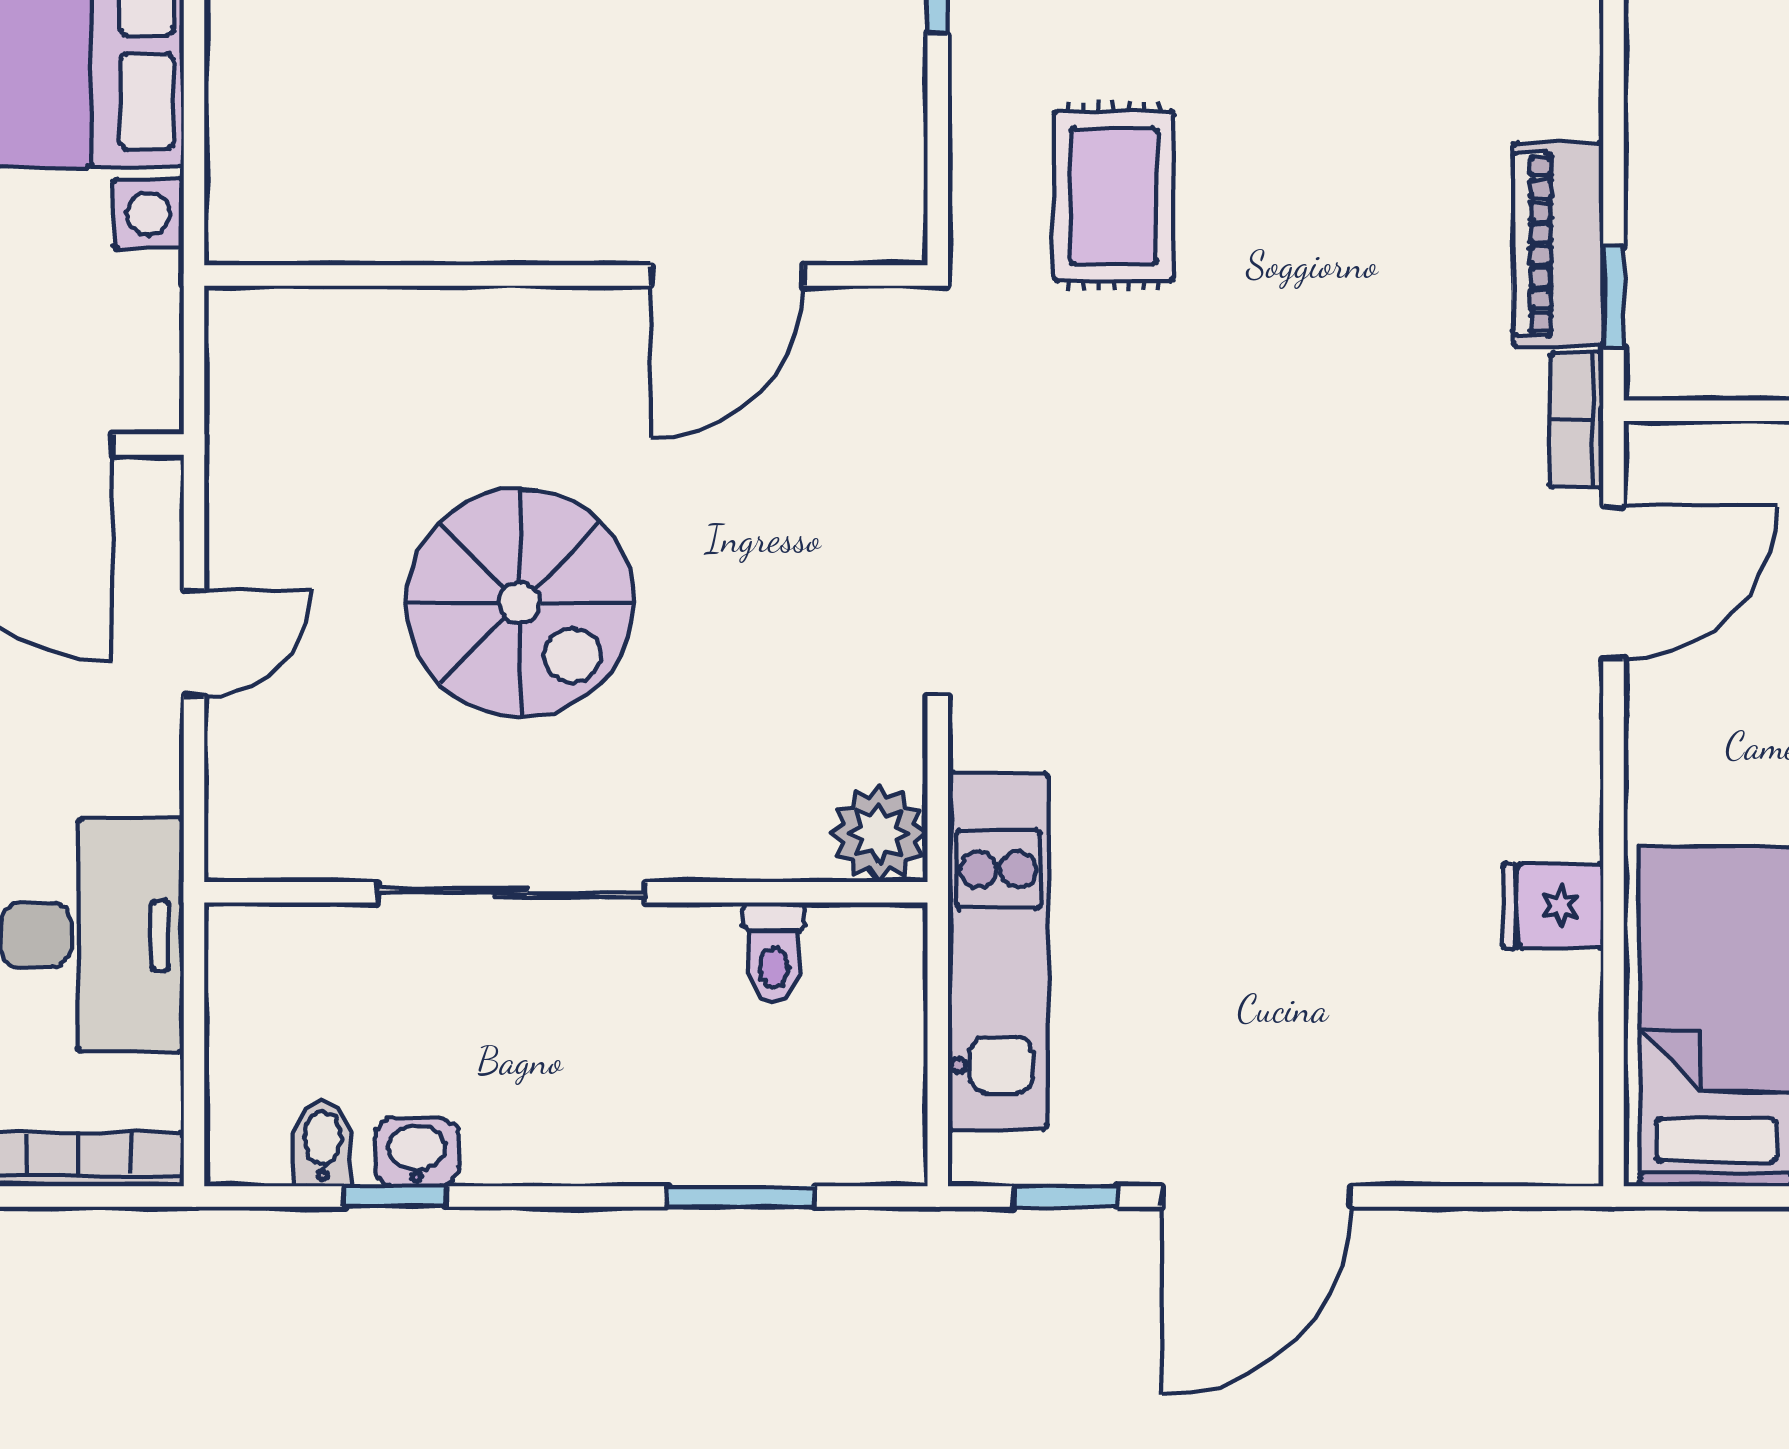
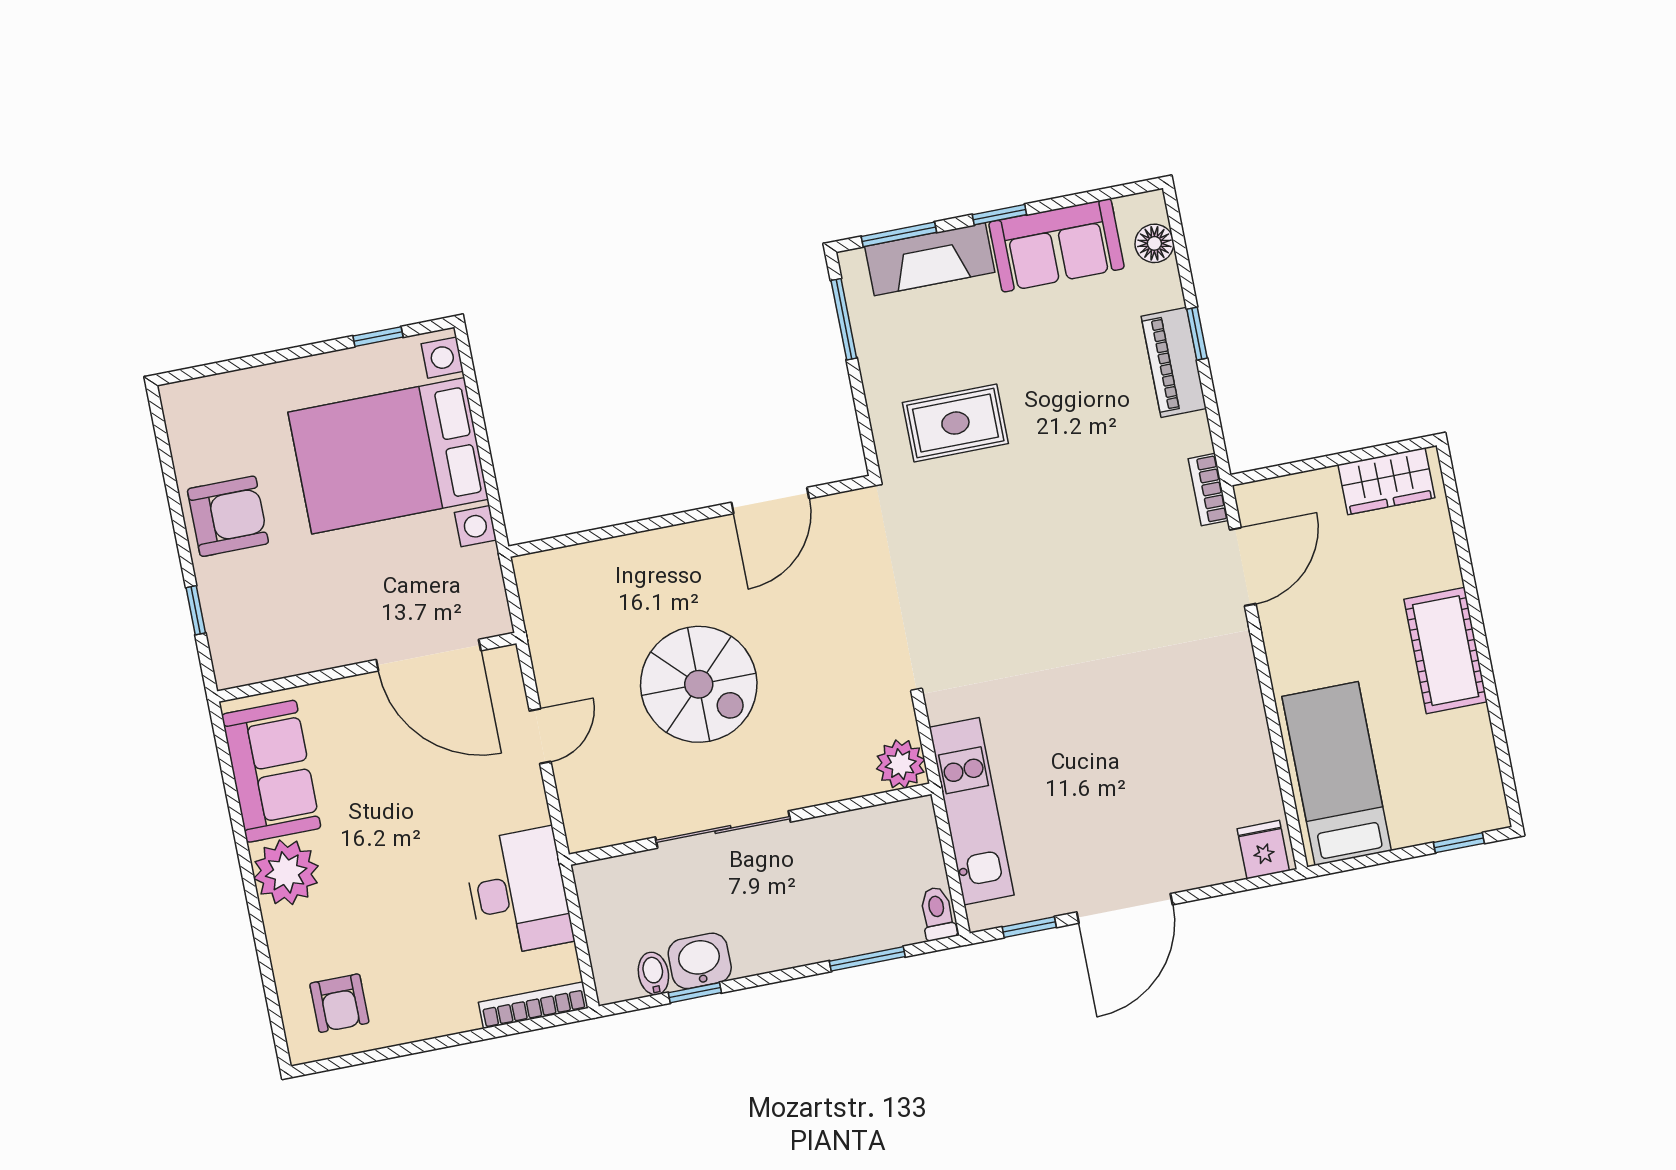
rug: (1114, 196) -> (955, 423), turned 90
piano: (1558, 244) -> (1174, 362), moved
window: (1614, 297) -> (1197, 334), moved
fridge: (1553, 906) -> (1263, 850), moved, turned 90
toilet: (774, 953) -> (938, 914), moved, turned 180
washbasin: (417, 1152) -> (700, 961), width x1.38, depth x1.45

